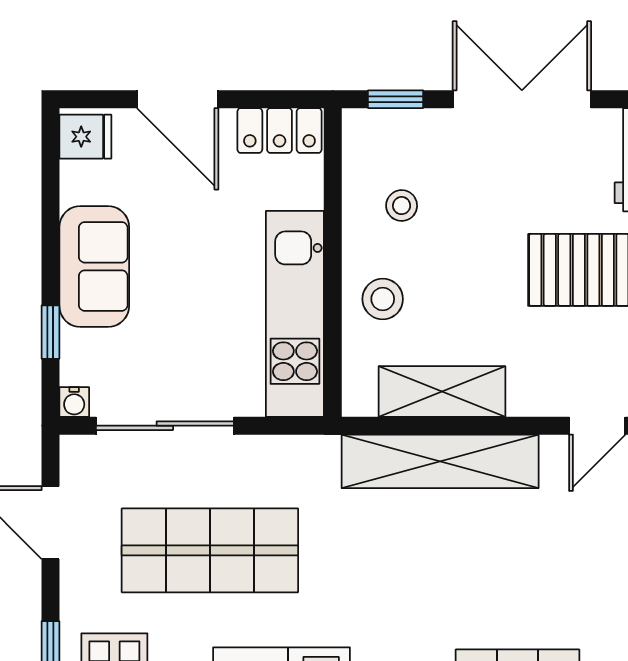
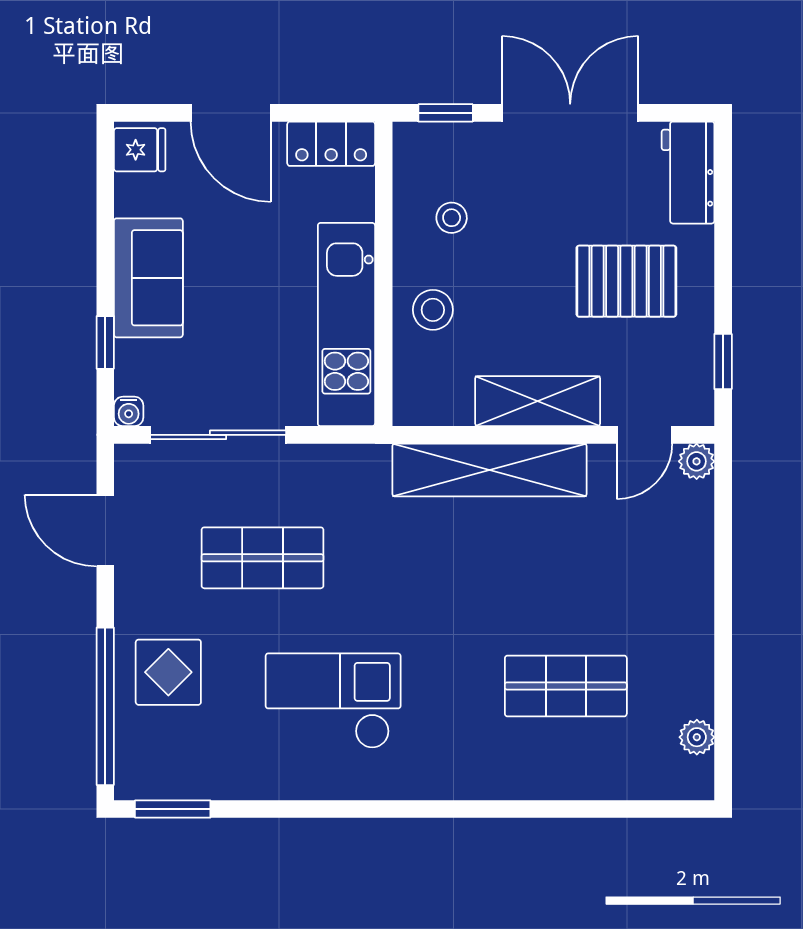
shelving: (442, 392) -> (538, 401), moved
shop shelf: (210, 550) -> (262, 558), width x0.70, depth x0.74

